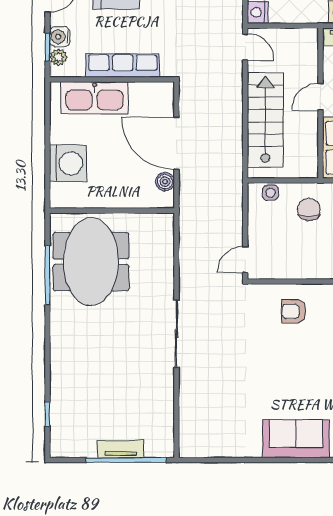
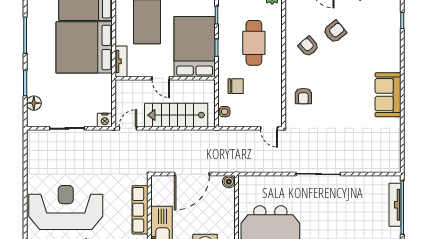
boiler: (165, 182) -> (229, 182), moved
chair: (309, 209) -> (236, 86), turned 180
tv unit: (121, 449) -> (395, 205), width x1.41

